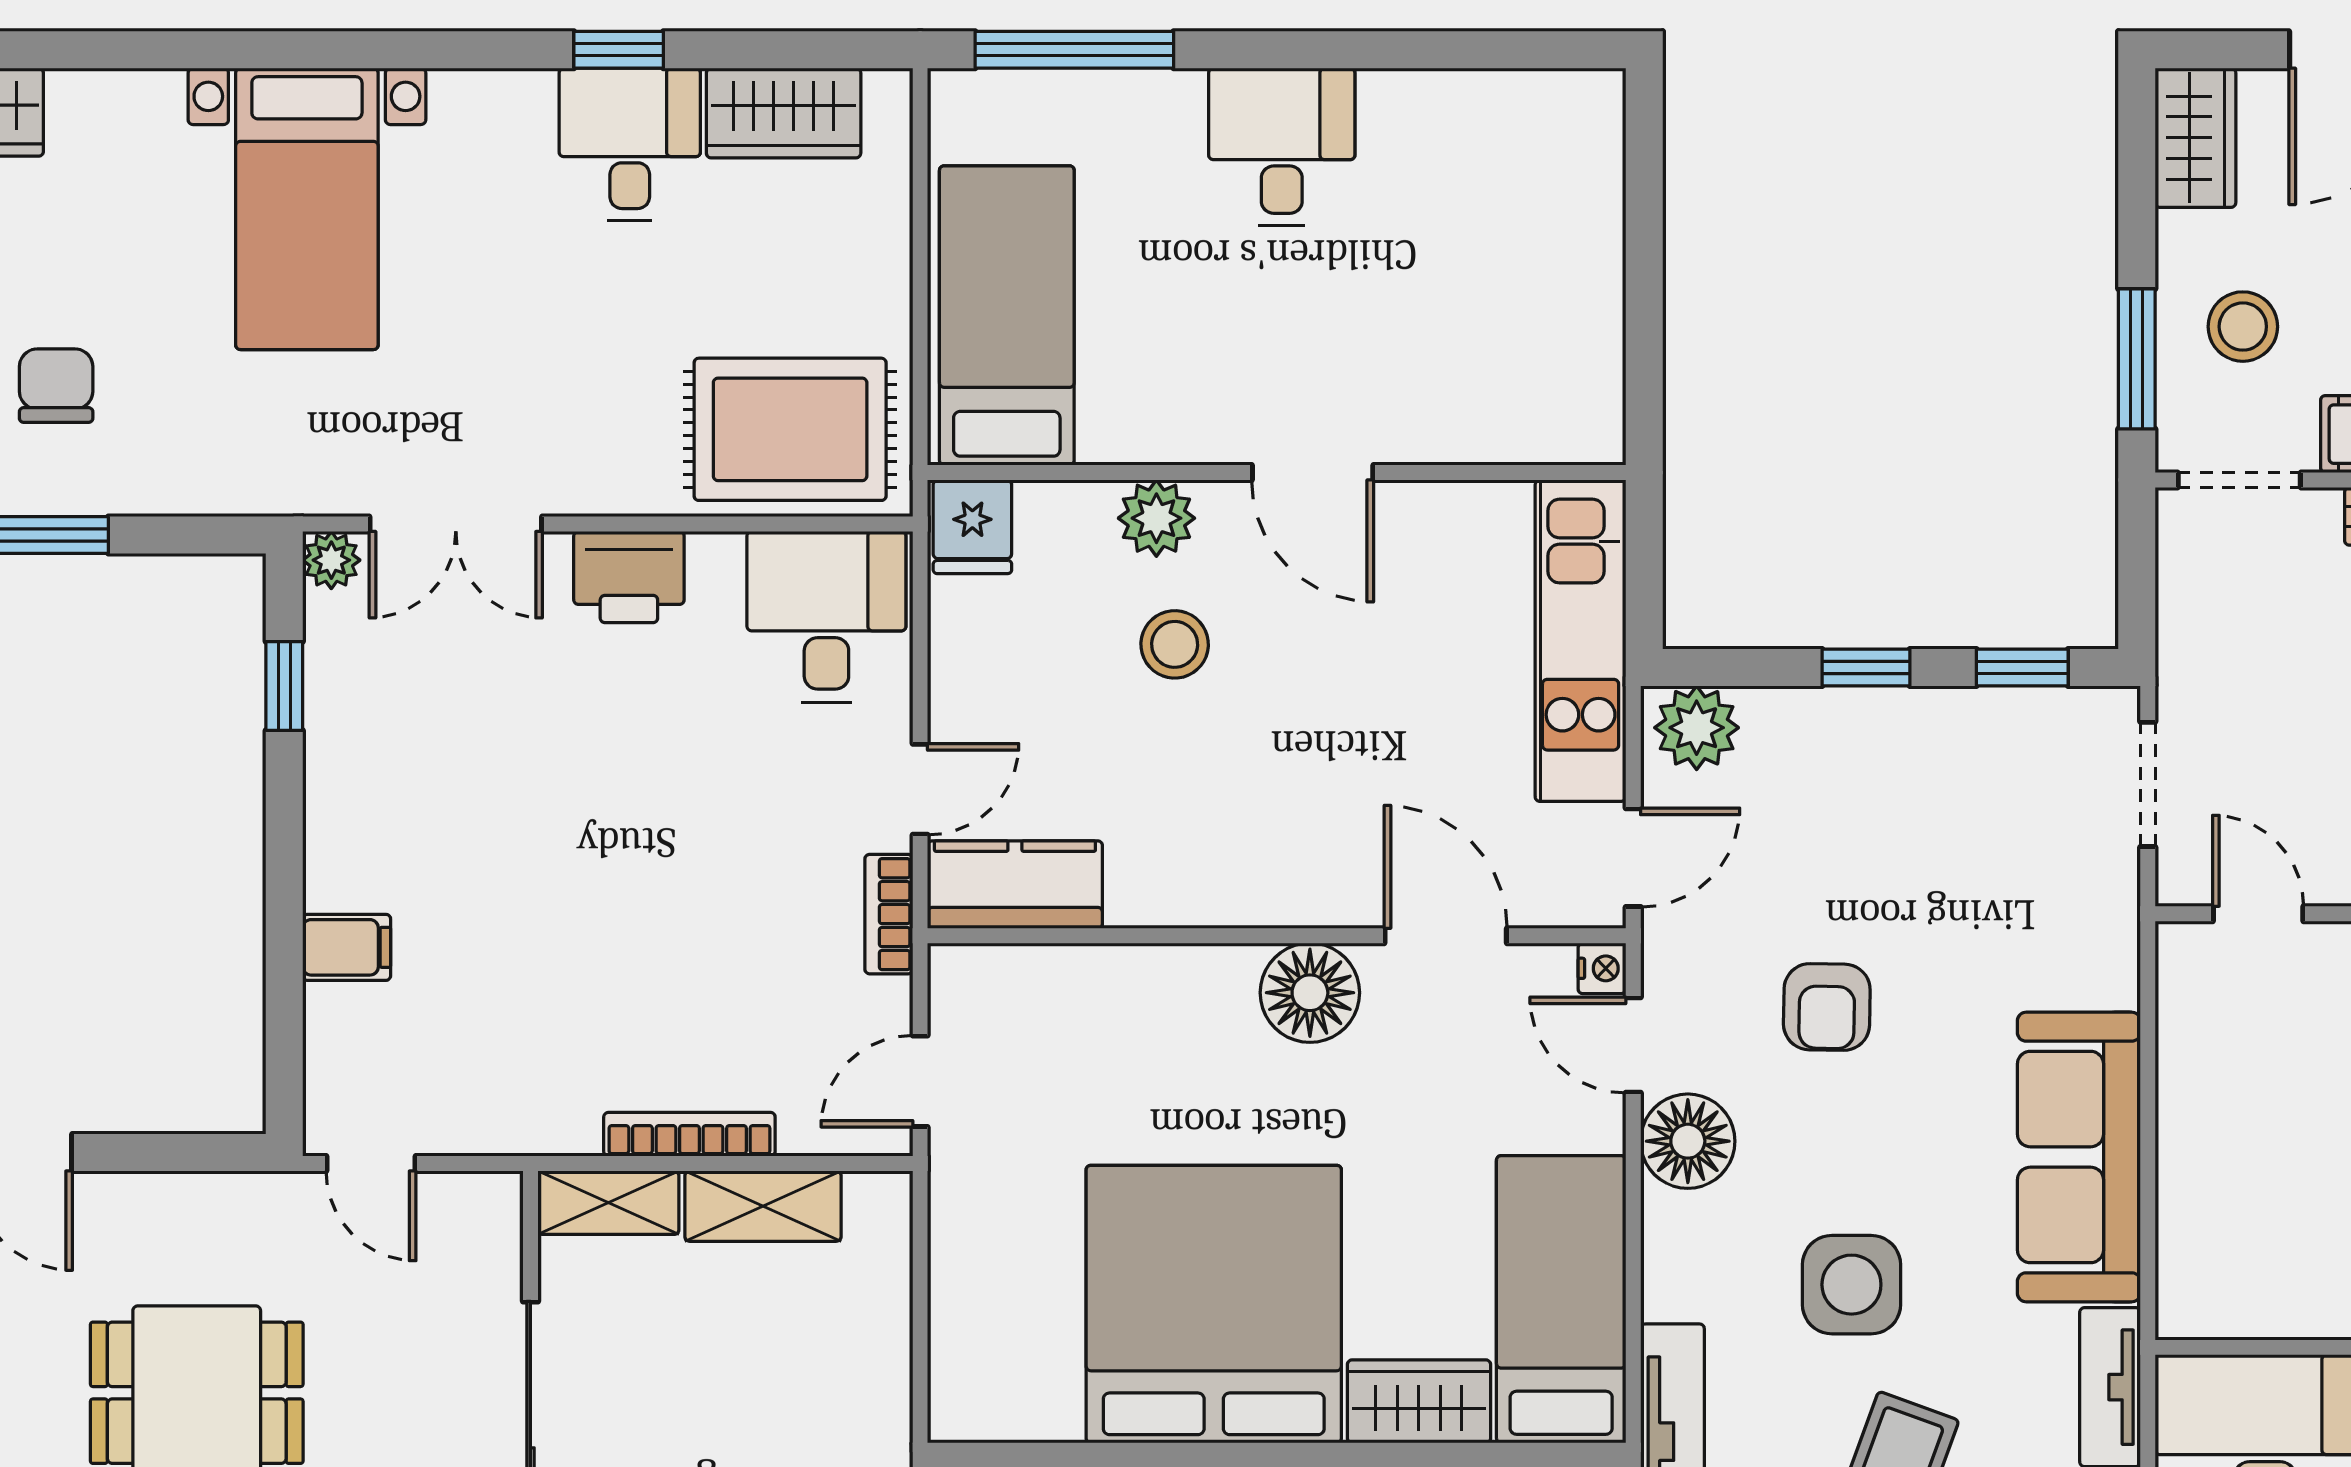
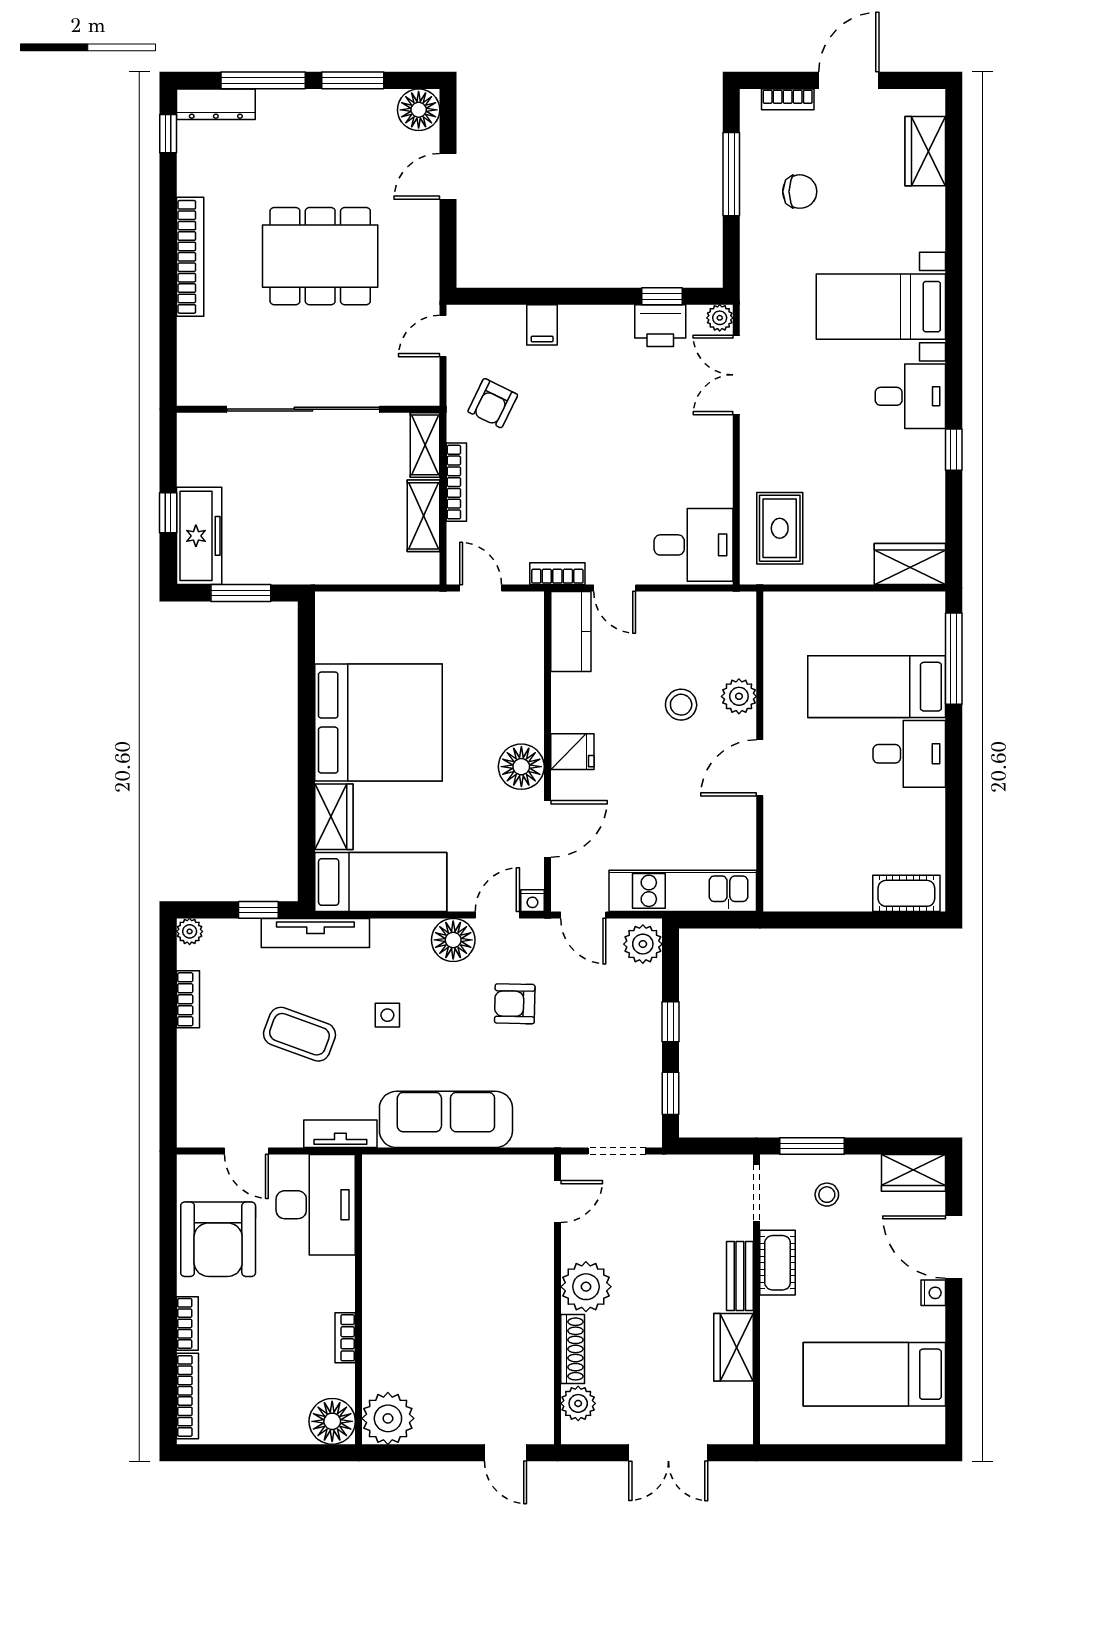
wardrobe: (784, 113) -> (910, 564), moved, turned 90
desk: (630, 144) -> (910, 396), moved
cot: (1586, 153) -> (906, 893), added
bed: (1007, 315) -> (877, 687), moved, turned 180
stool: (2243, 327) -> (827, 1195), width x0.73, depth x0.73
rug: (790, 429) -> (780, 528), width x0.73, depth x0.70
fridge: (972, 527) -> (572, 752), moved, turned 180
printer: (629, 577) -> (660, 326), moved, turned -90
armchair: (517, 1055) -> (493, 403), added
side table: (1851, 1285) -> (387, 1015), width x0.54, depth x0.54

